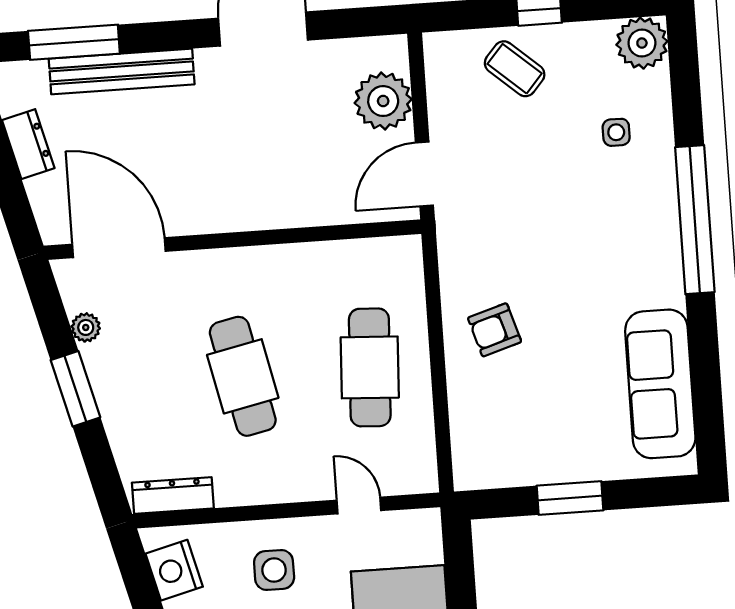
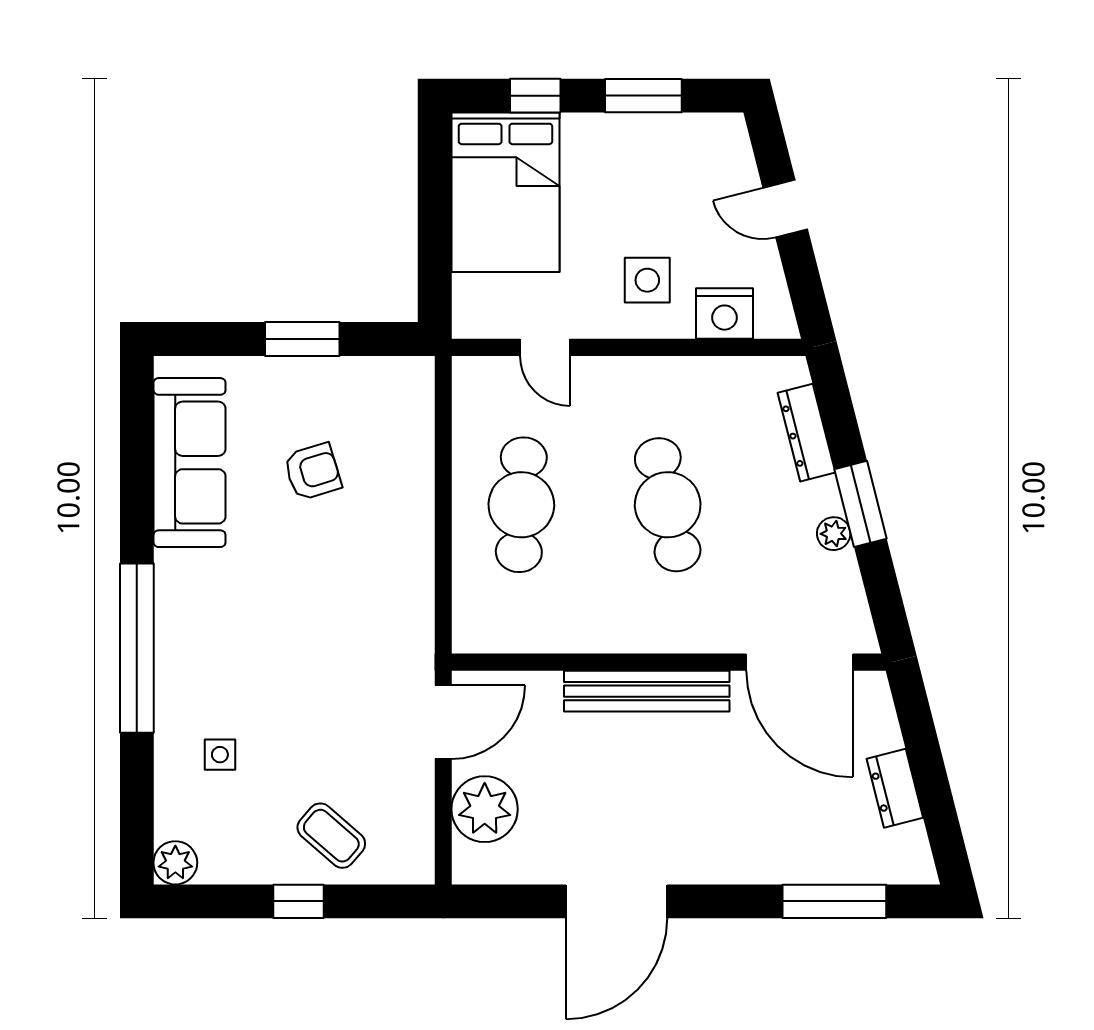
plant: (642, 43) -> (175, 863), width x0.73, depth x0.73
bench: (122, 71) -> (647, 691), moved
plant: (86, 327) -> (834, 534), moved
armchair: (495, 330) -> (313, 472), moved
dresser: (173, 495) -> (806, 433), moved, turned 76
nightstand: (174, 570) -> (724, 313), moved, turned 104

